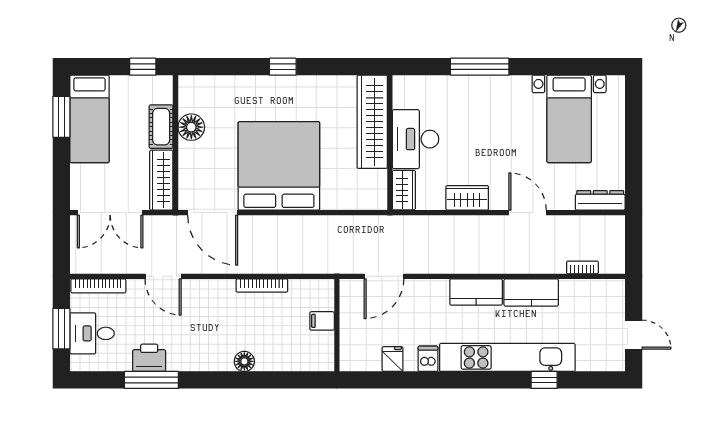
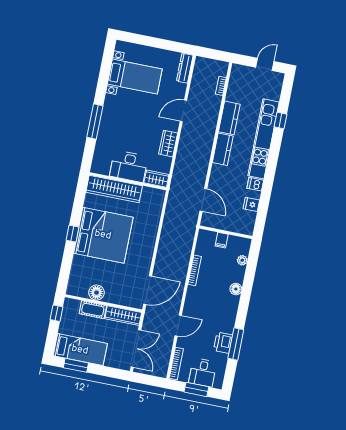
bed: (279, 166) -> (103, 235), moved, turned 180
plant: (295, 362) -> (242, 260), added

